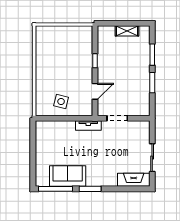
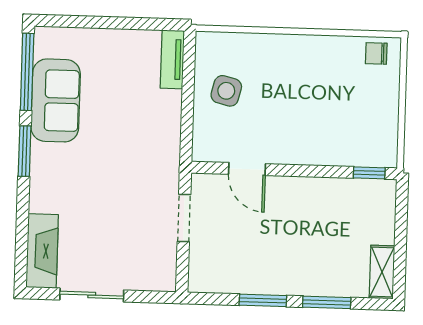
shelving: (127, 31) -> (382, 272), moved
chair: (43, 36) -> (376, 53), added
window: (95, 61) -> (369, 173), moved
tv unit: (88, 126) -> (172, 59), moved

